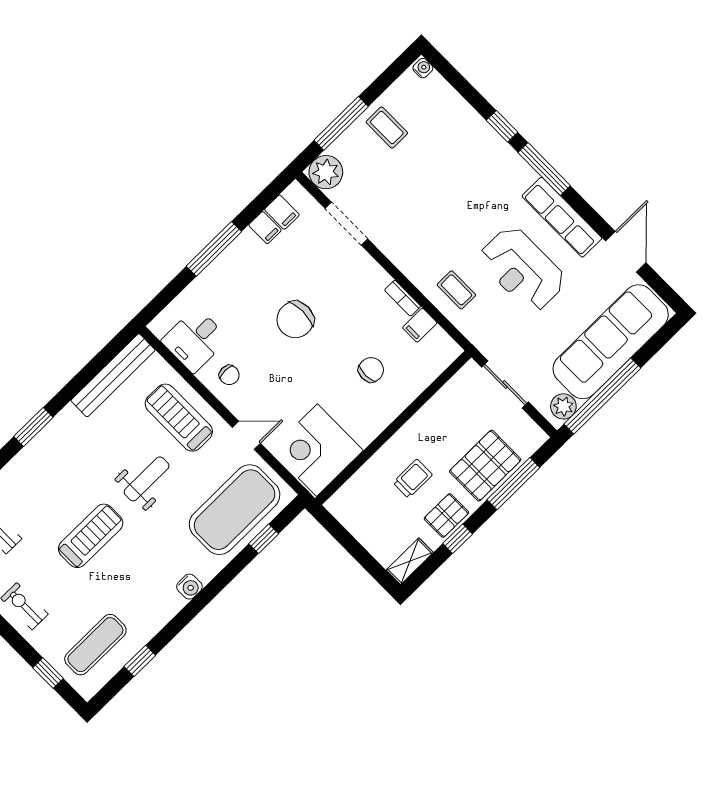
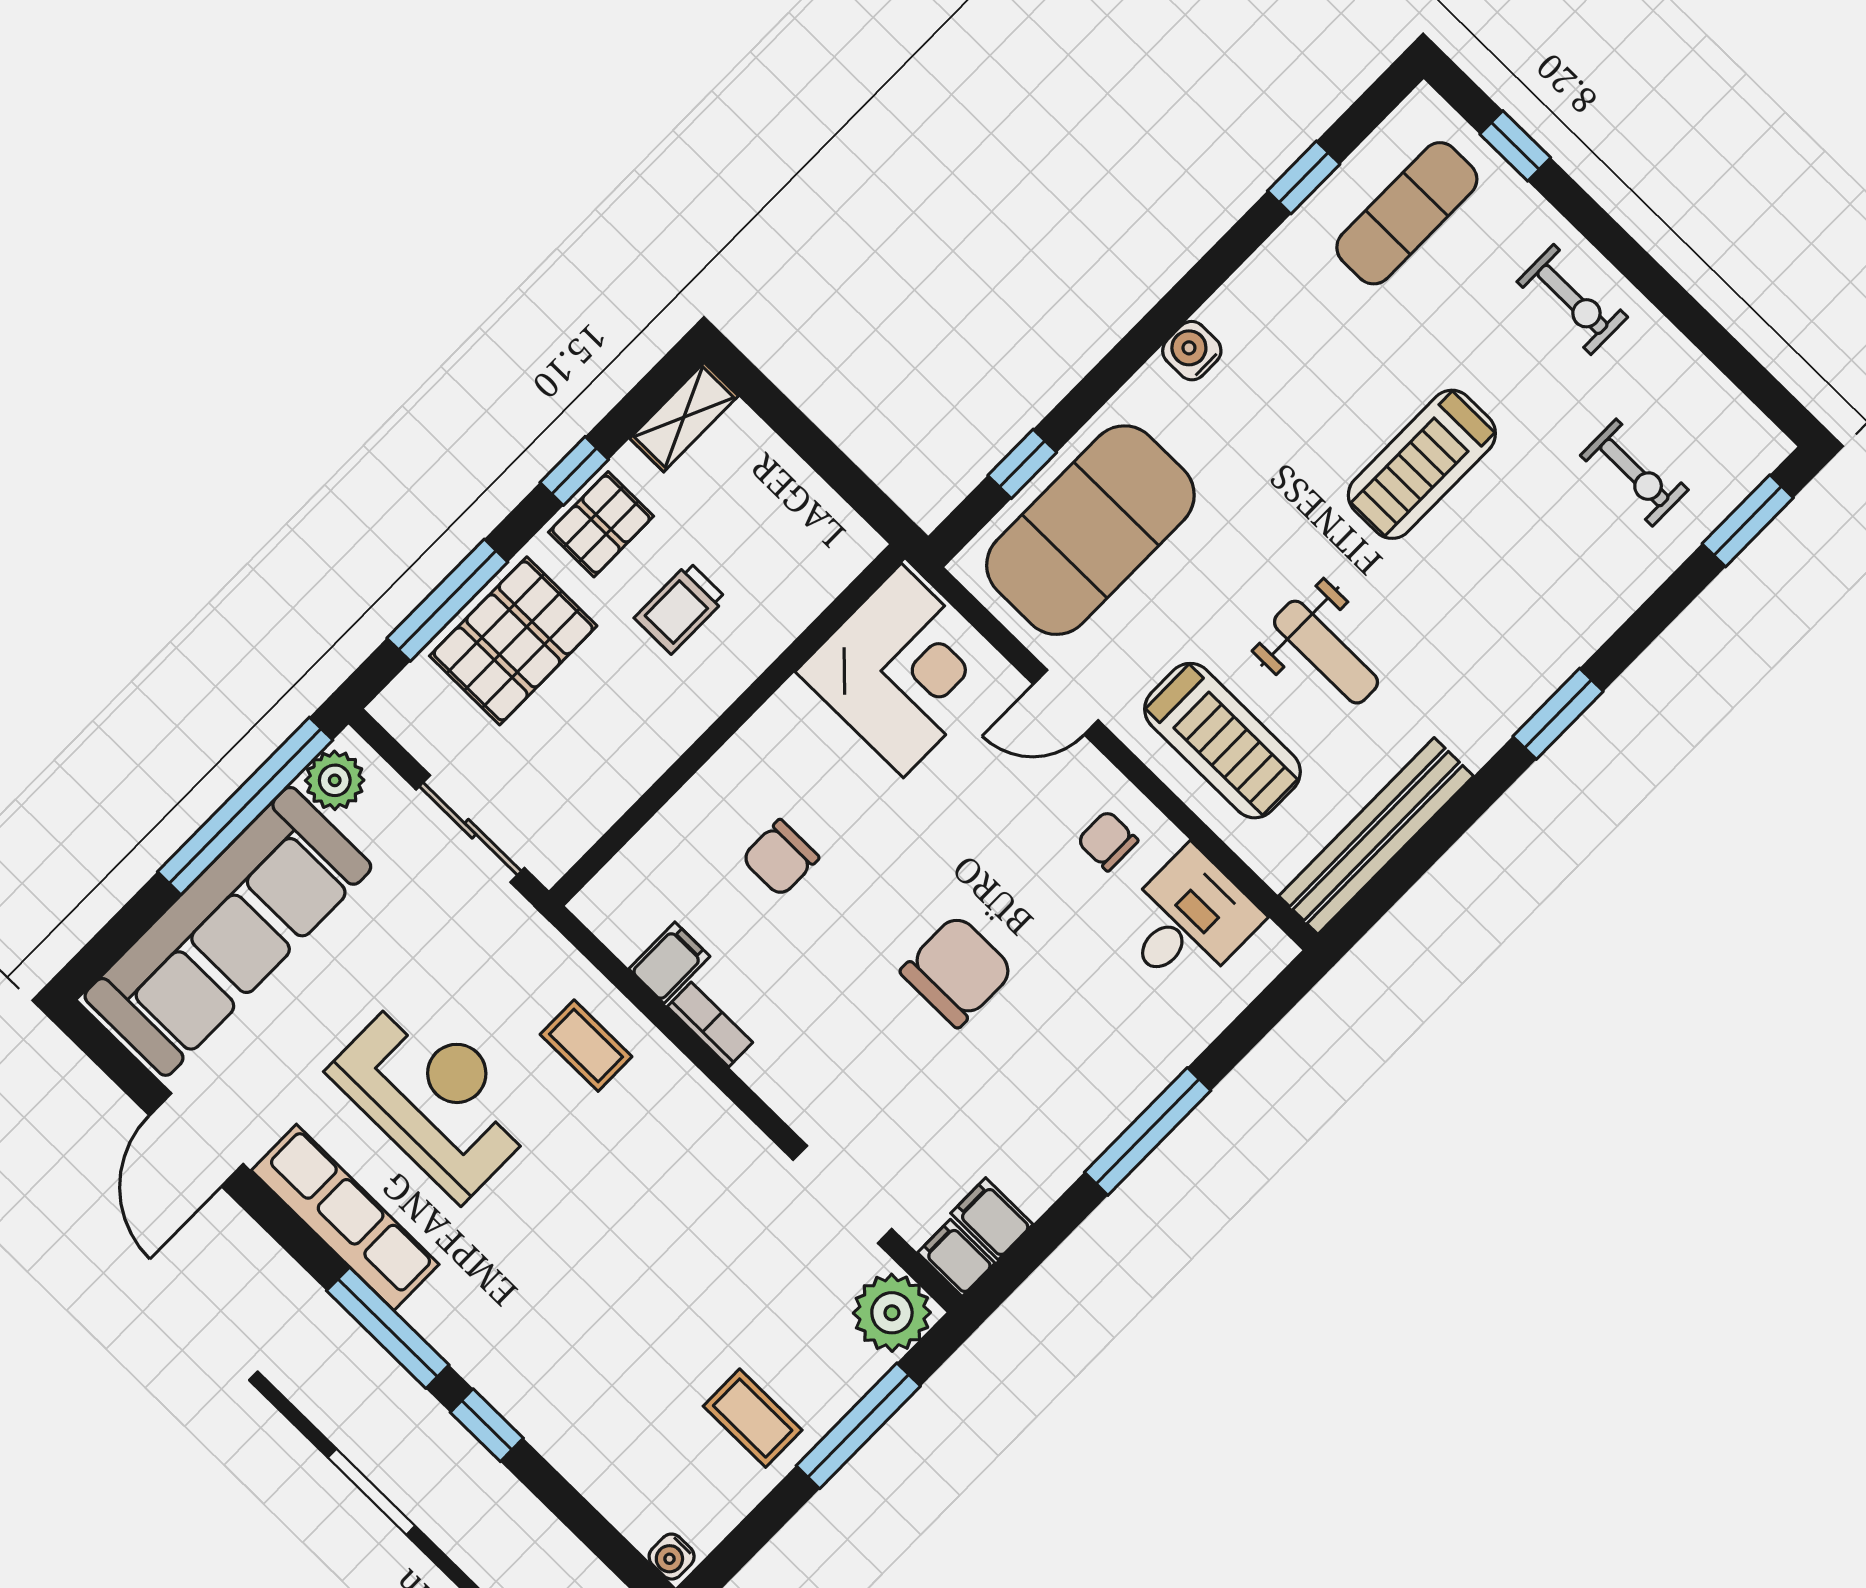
filing cabinet: (265, 228) -> (956, 1258), moved
weight bench: (147, 479) -> (1326, 652), moved, turned -90

